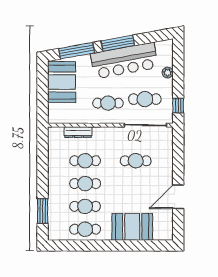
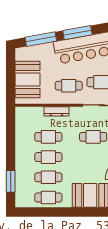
booth: (62, 82) -> (28, 80), moved
dresser: (78, 132) -> (56, 111), moved

